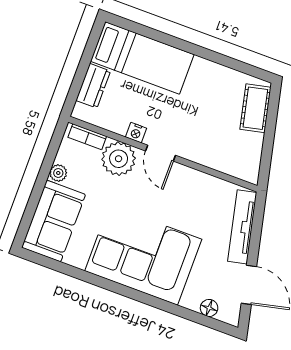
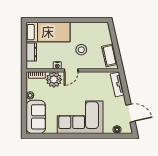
cot: (255, 108) -> (109, 55), moved
stool: (196, 119) -> (81, 50), added
door: (160, 153) -> (71, 70), hinge flipped
tv unit: (242, 227) -> (117, 84), width x0.71

